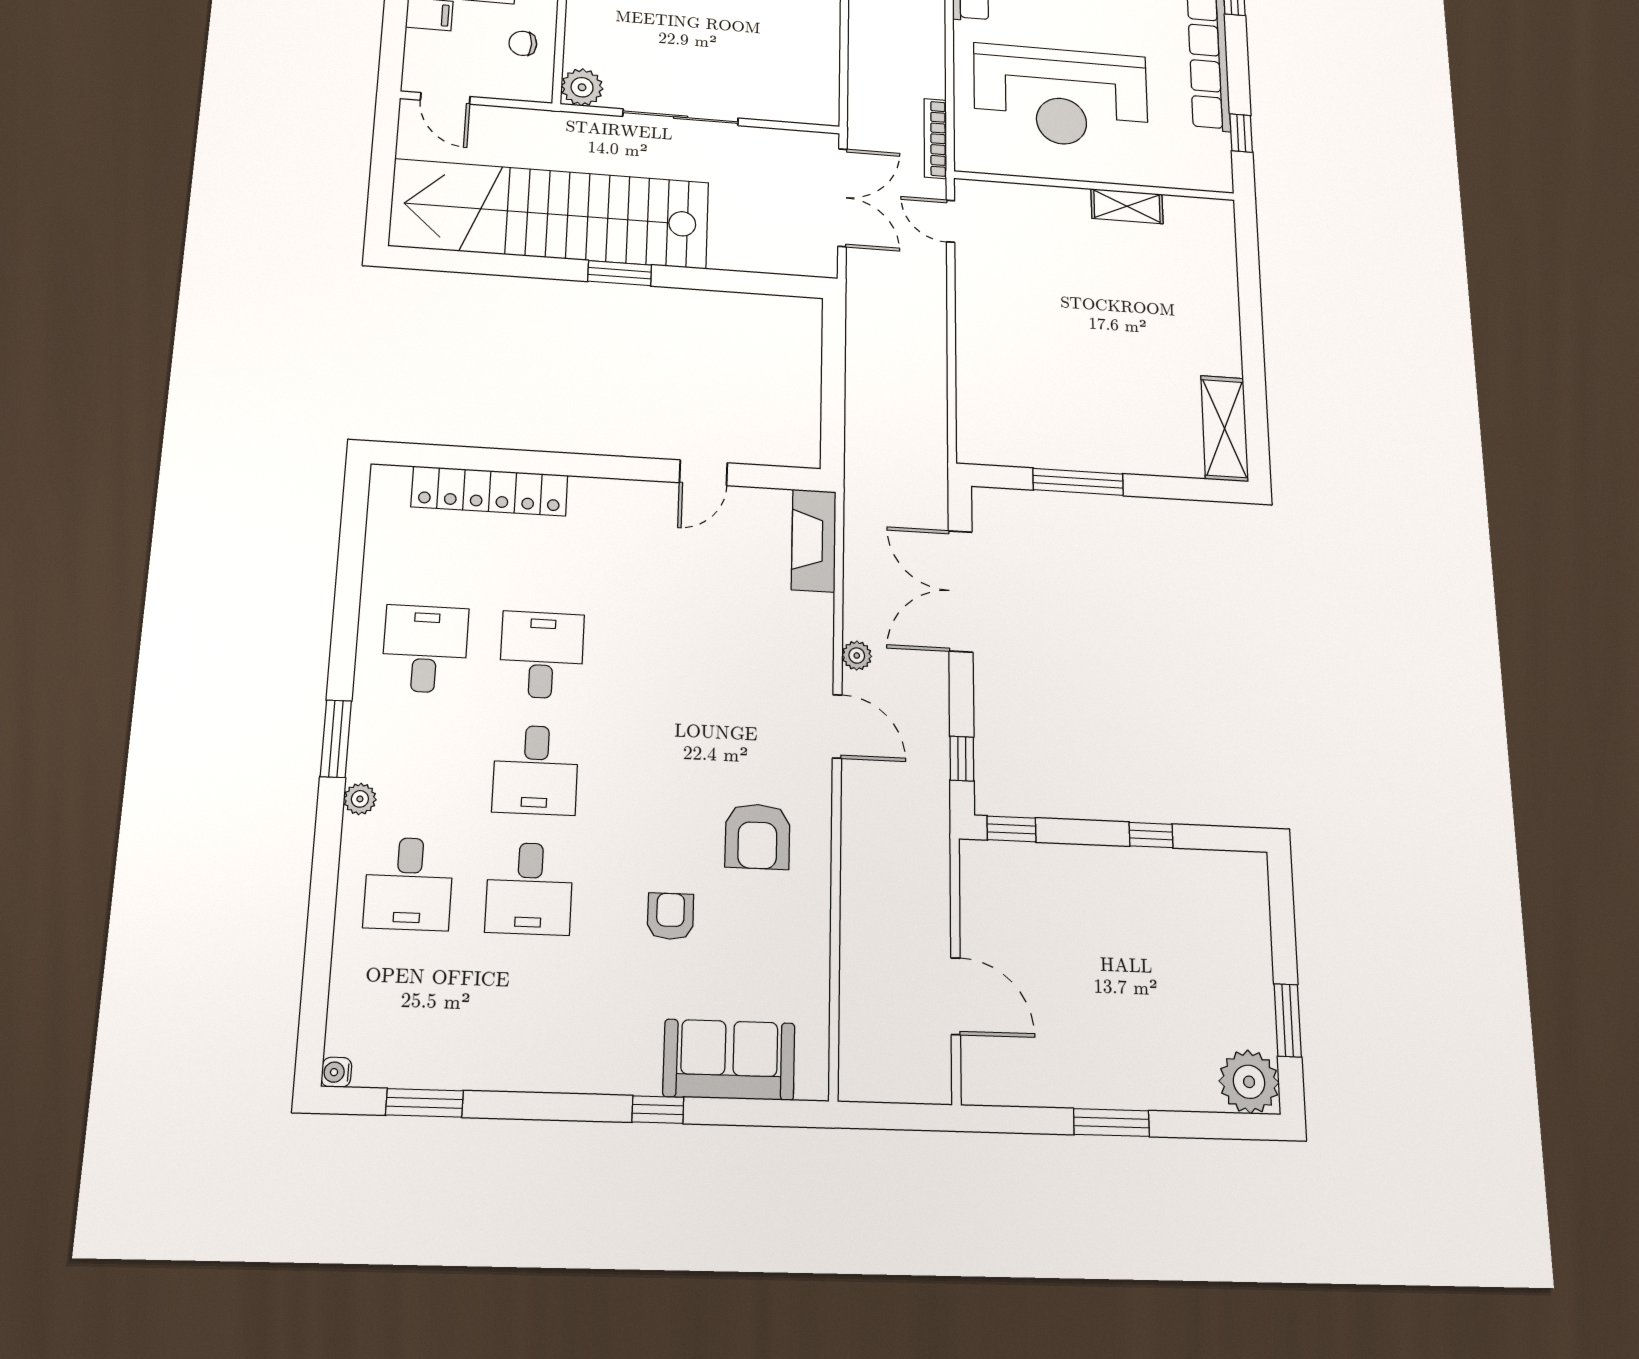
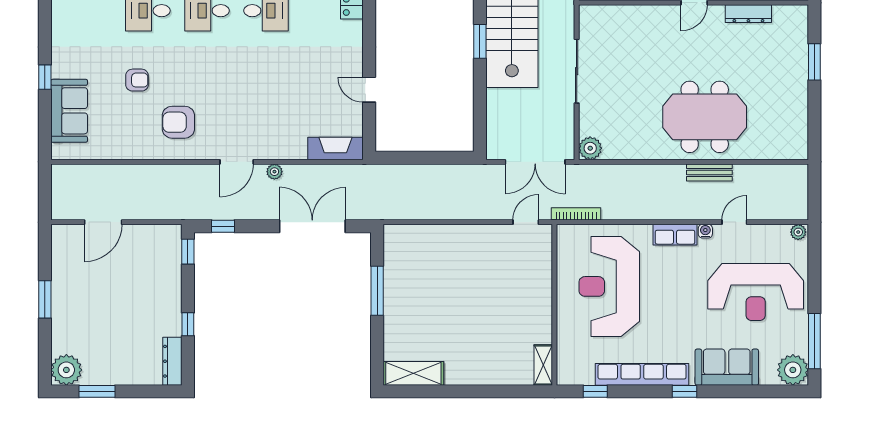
plant: (582, 87) -> (590, 148), moved
shelving: (1127, 206) -> (543, 365), moved
dresser: (1223, 868) -> (172, 361), added

